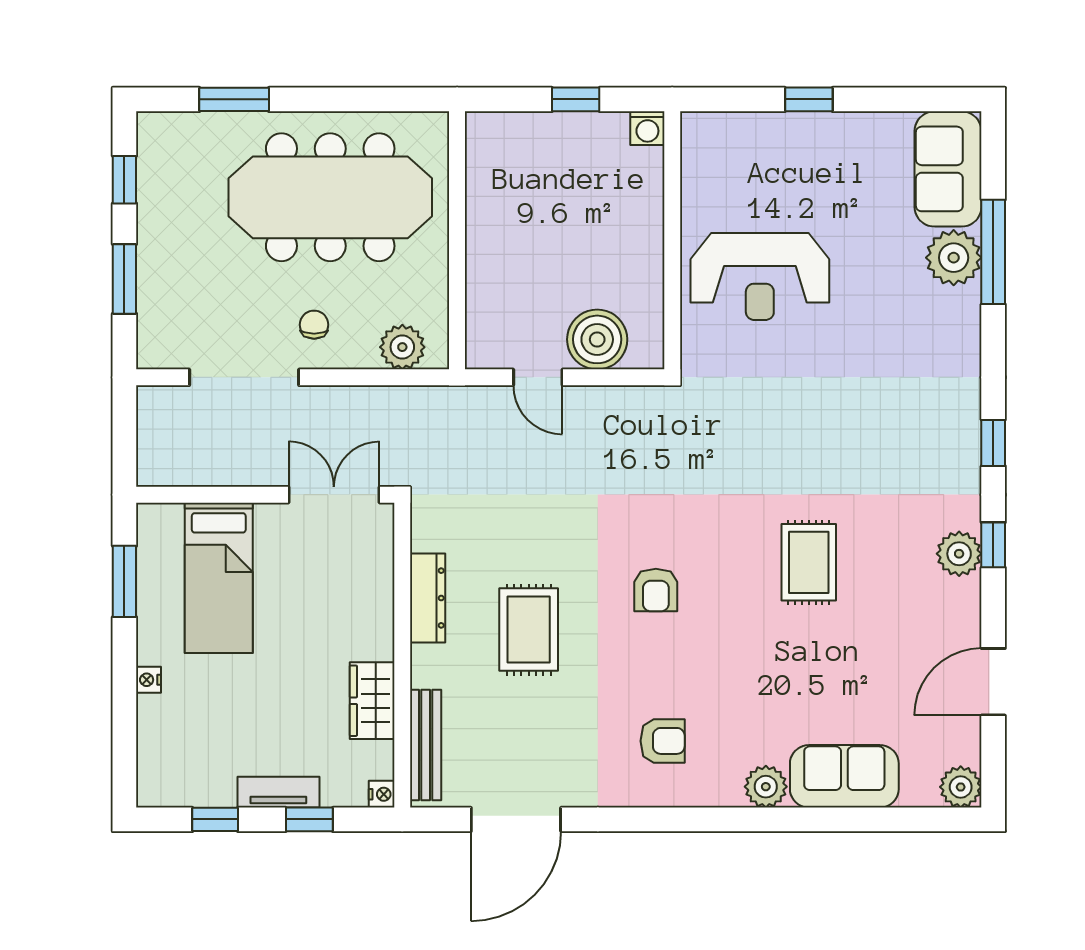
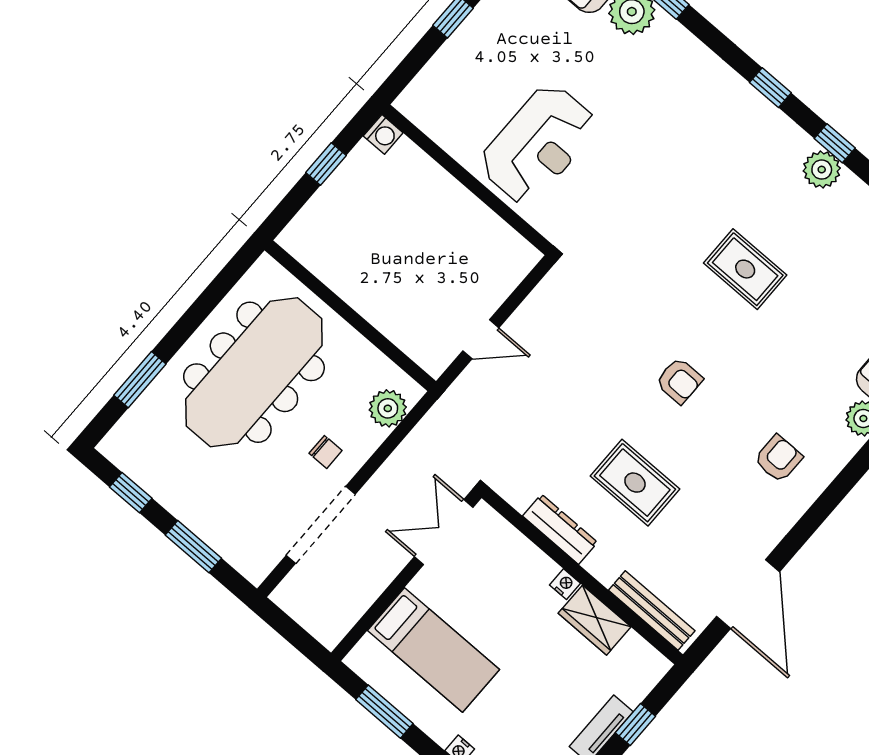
chair: (314, 325) -> (326, 452), turned 180
boiler: (597, 339) -> (489, 281), removed
nightstand: (382, 794) -> (565, 584), moved

